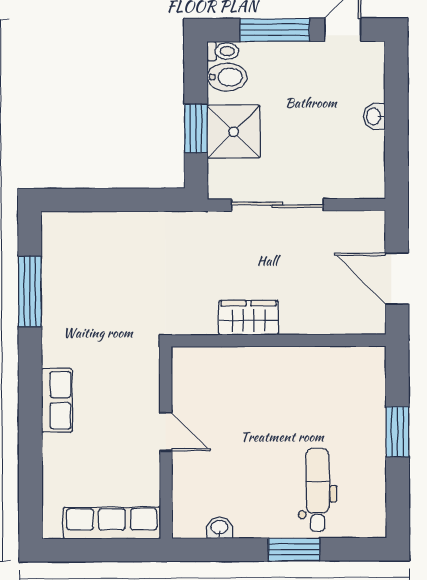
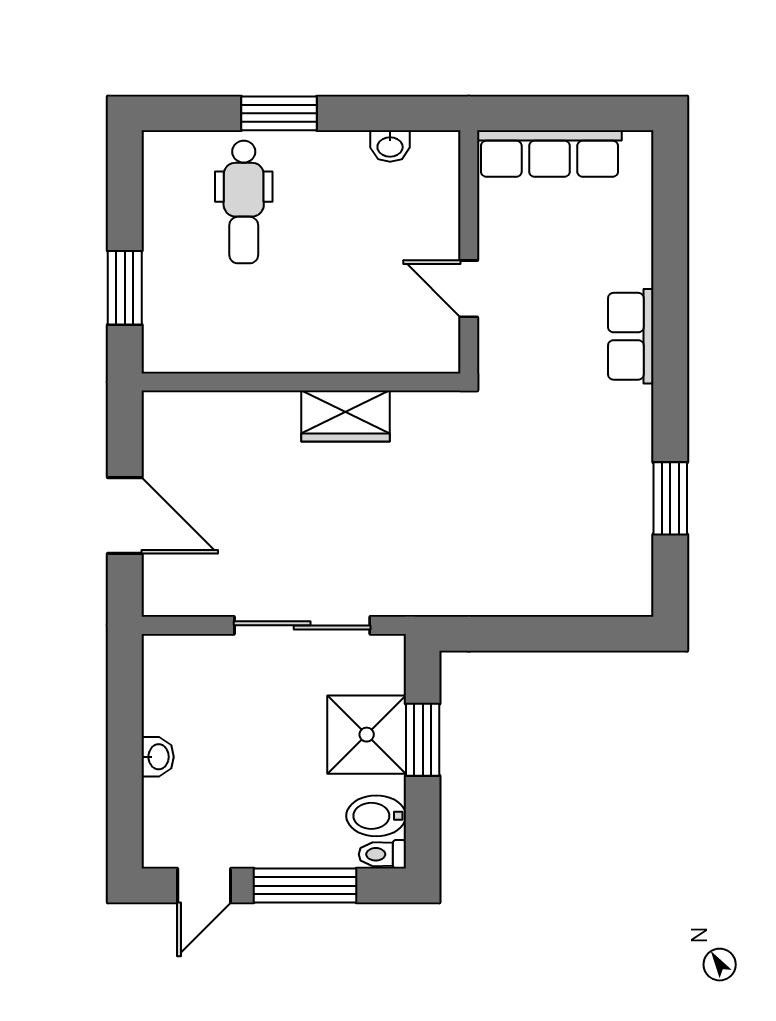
window: (30, 291) -> (670, 498), width x0.69
wardrobe: (248, 318) -> (346, 416), moved
wall: (278, 341) -> (301, 382), moved

